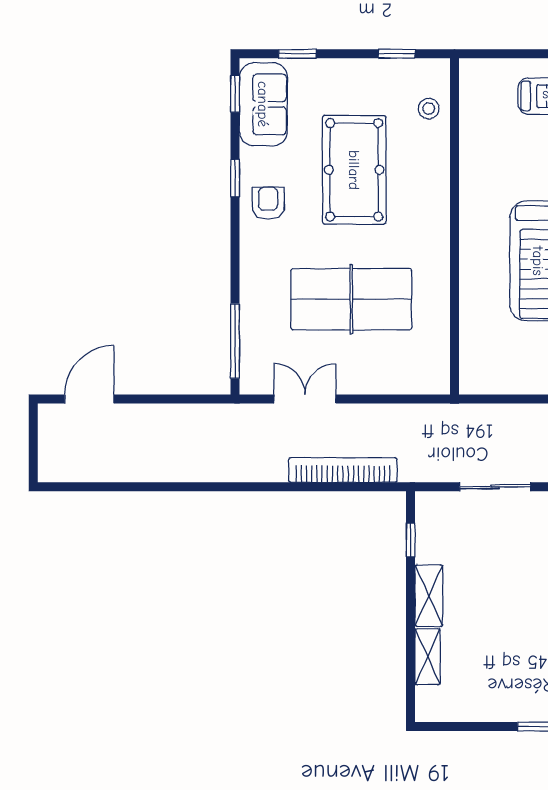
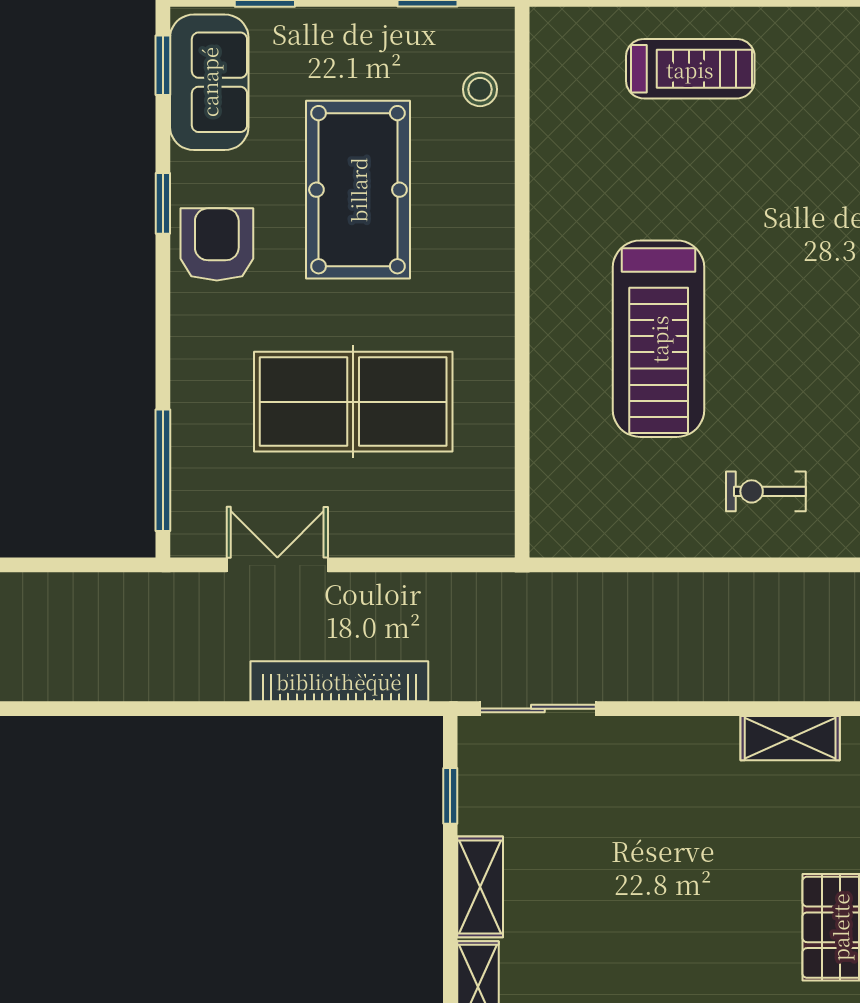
armchair: (268, 203) -> (217, 244), width x1.38, depth x1.38
sliding door: (495, 487) -> (538, 709), moved

